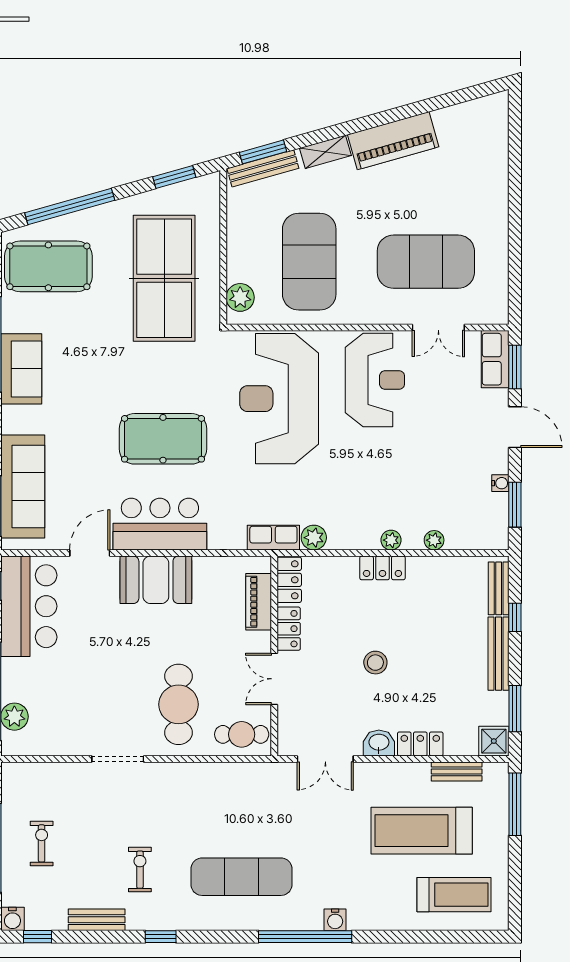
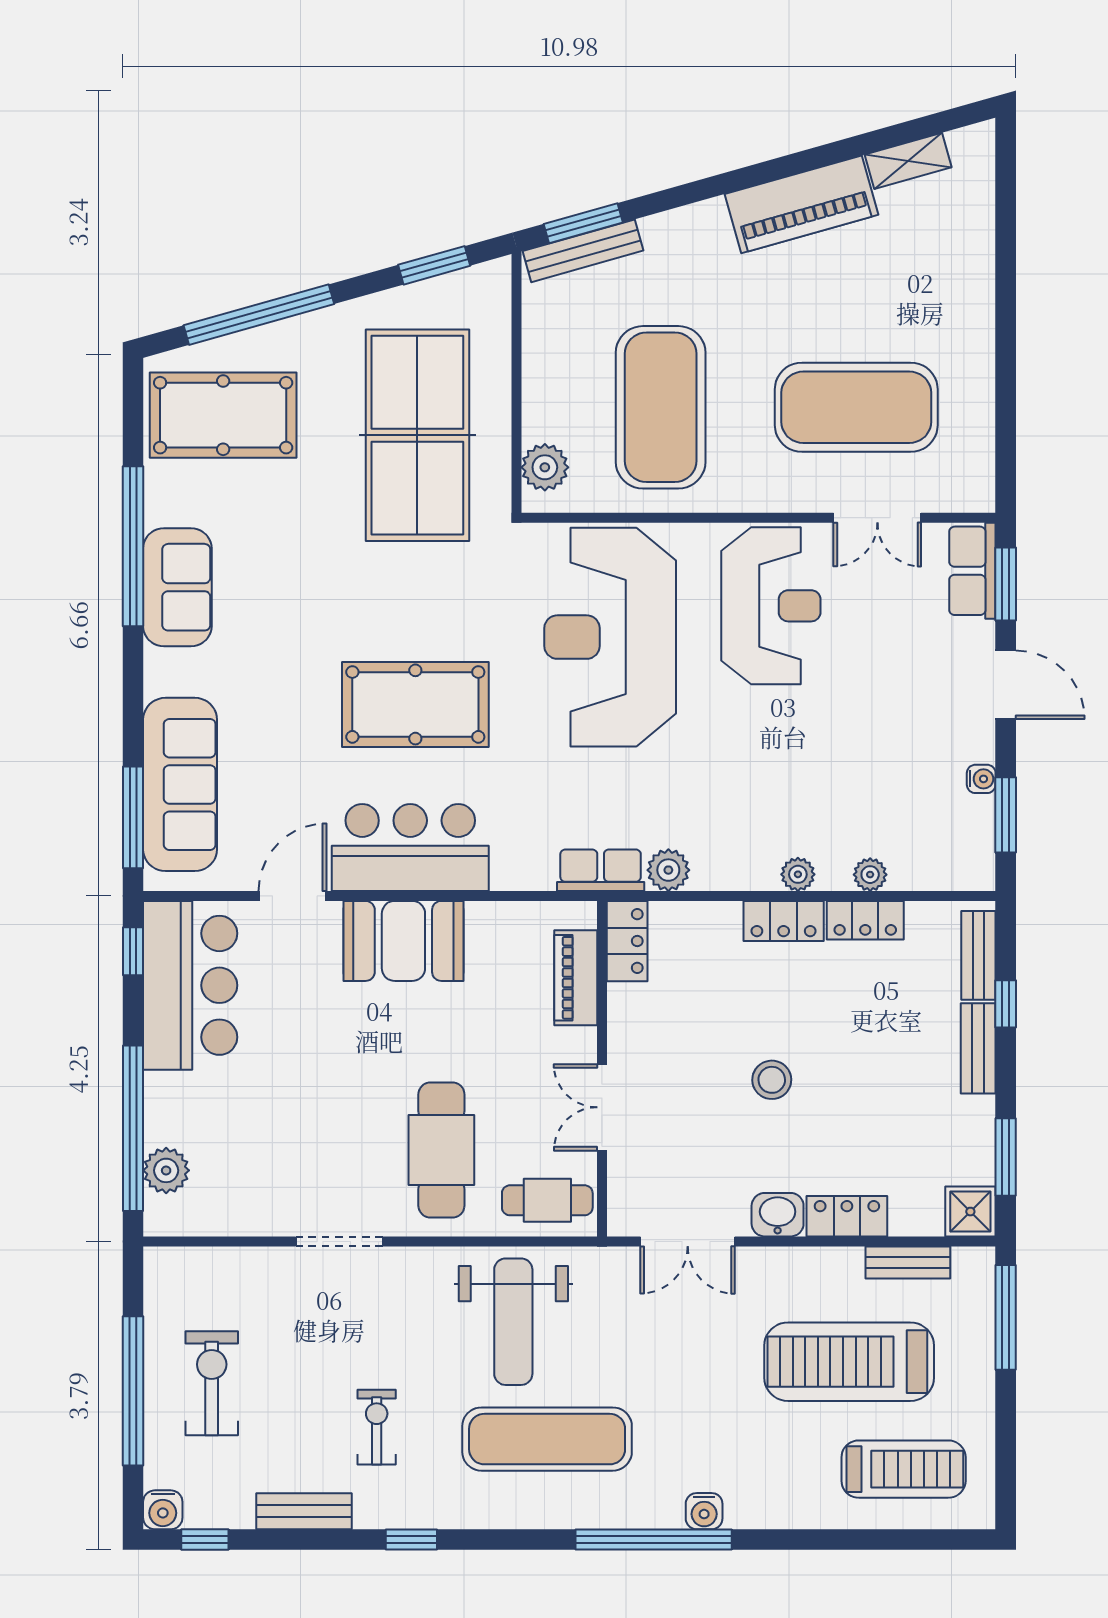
shelving: (325, 152) -> (908, 161), moved
locker: (289, 629) -> (865, 920), moved, turned 90
bench: (499, 654) -> (978, 1048), width x0.73
weight bench: (221, 807) -> (513, 1322), added
exercise bike: (42, 843) -> (212, 1383), width x1.38, depth x1.39

